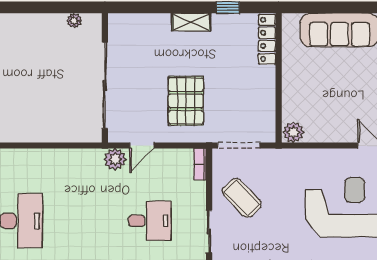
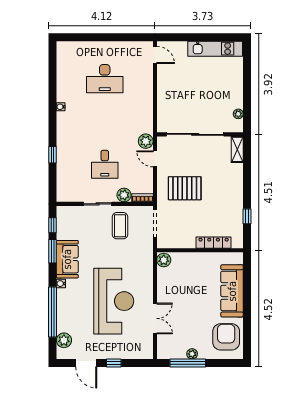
shelving: (191, 22) -> (237, 149), moved
locker: (267, 39) -> (214, 243), moved
plant: (196, 192) -> (124, 195), added
coffee table: (242, 198) -> (120, 226), turned -46

